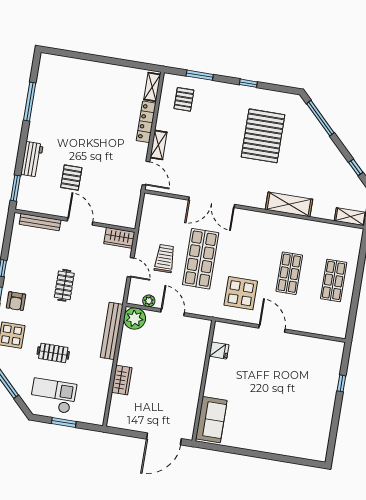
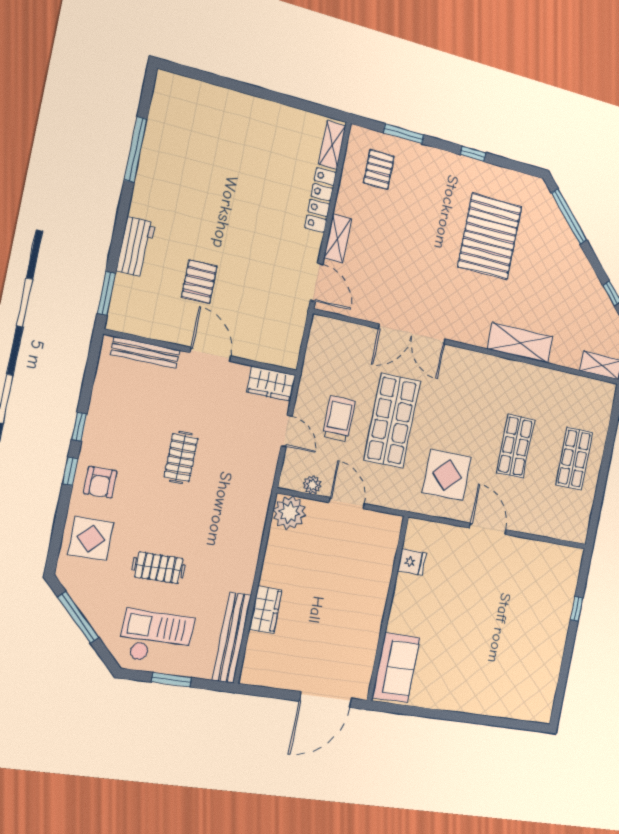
bench: (112, 331) -> (232, 638), moved

